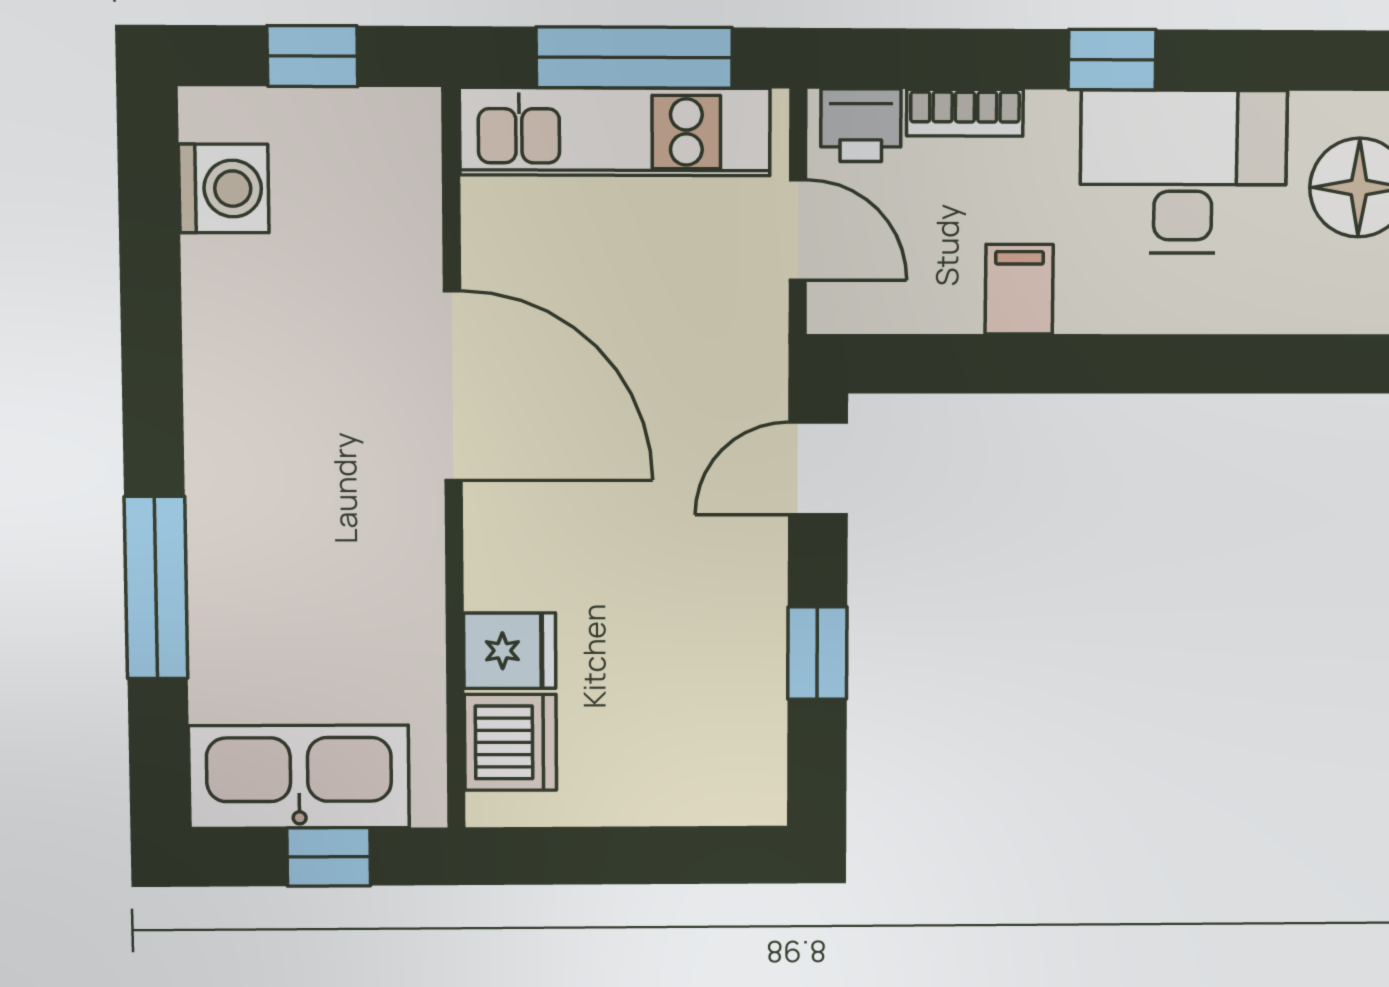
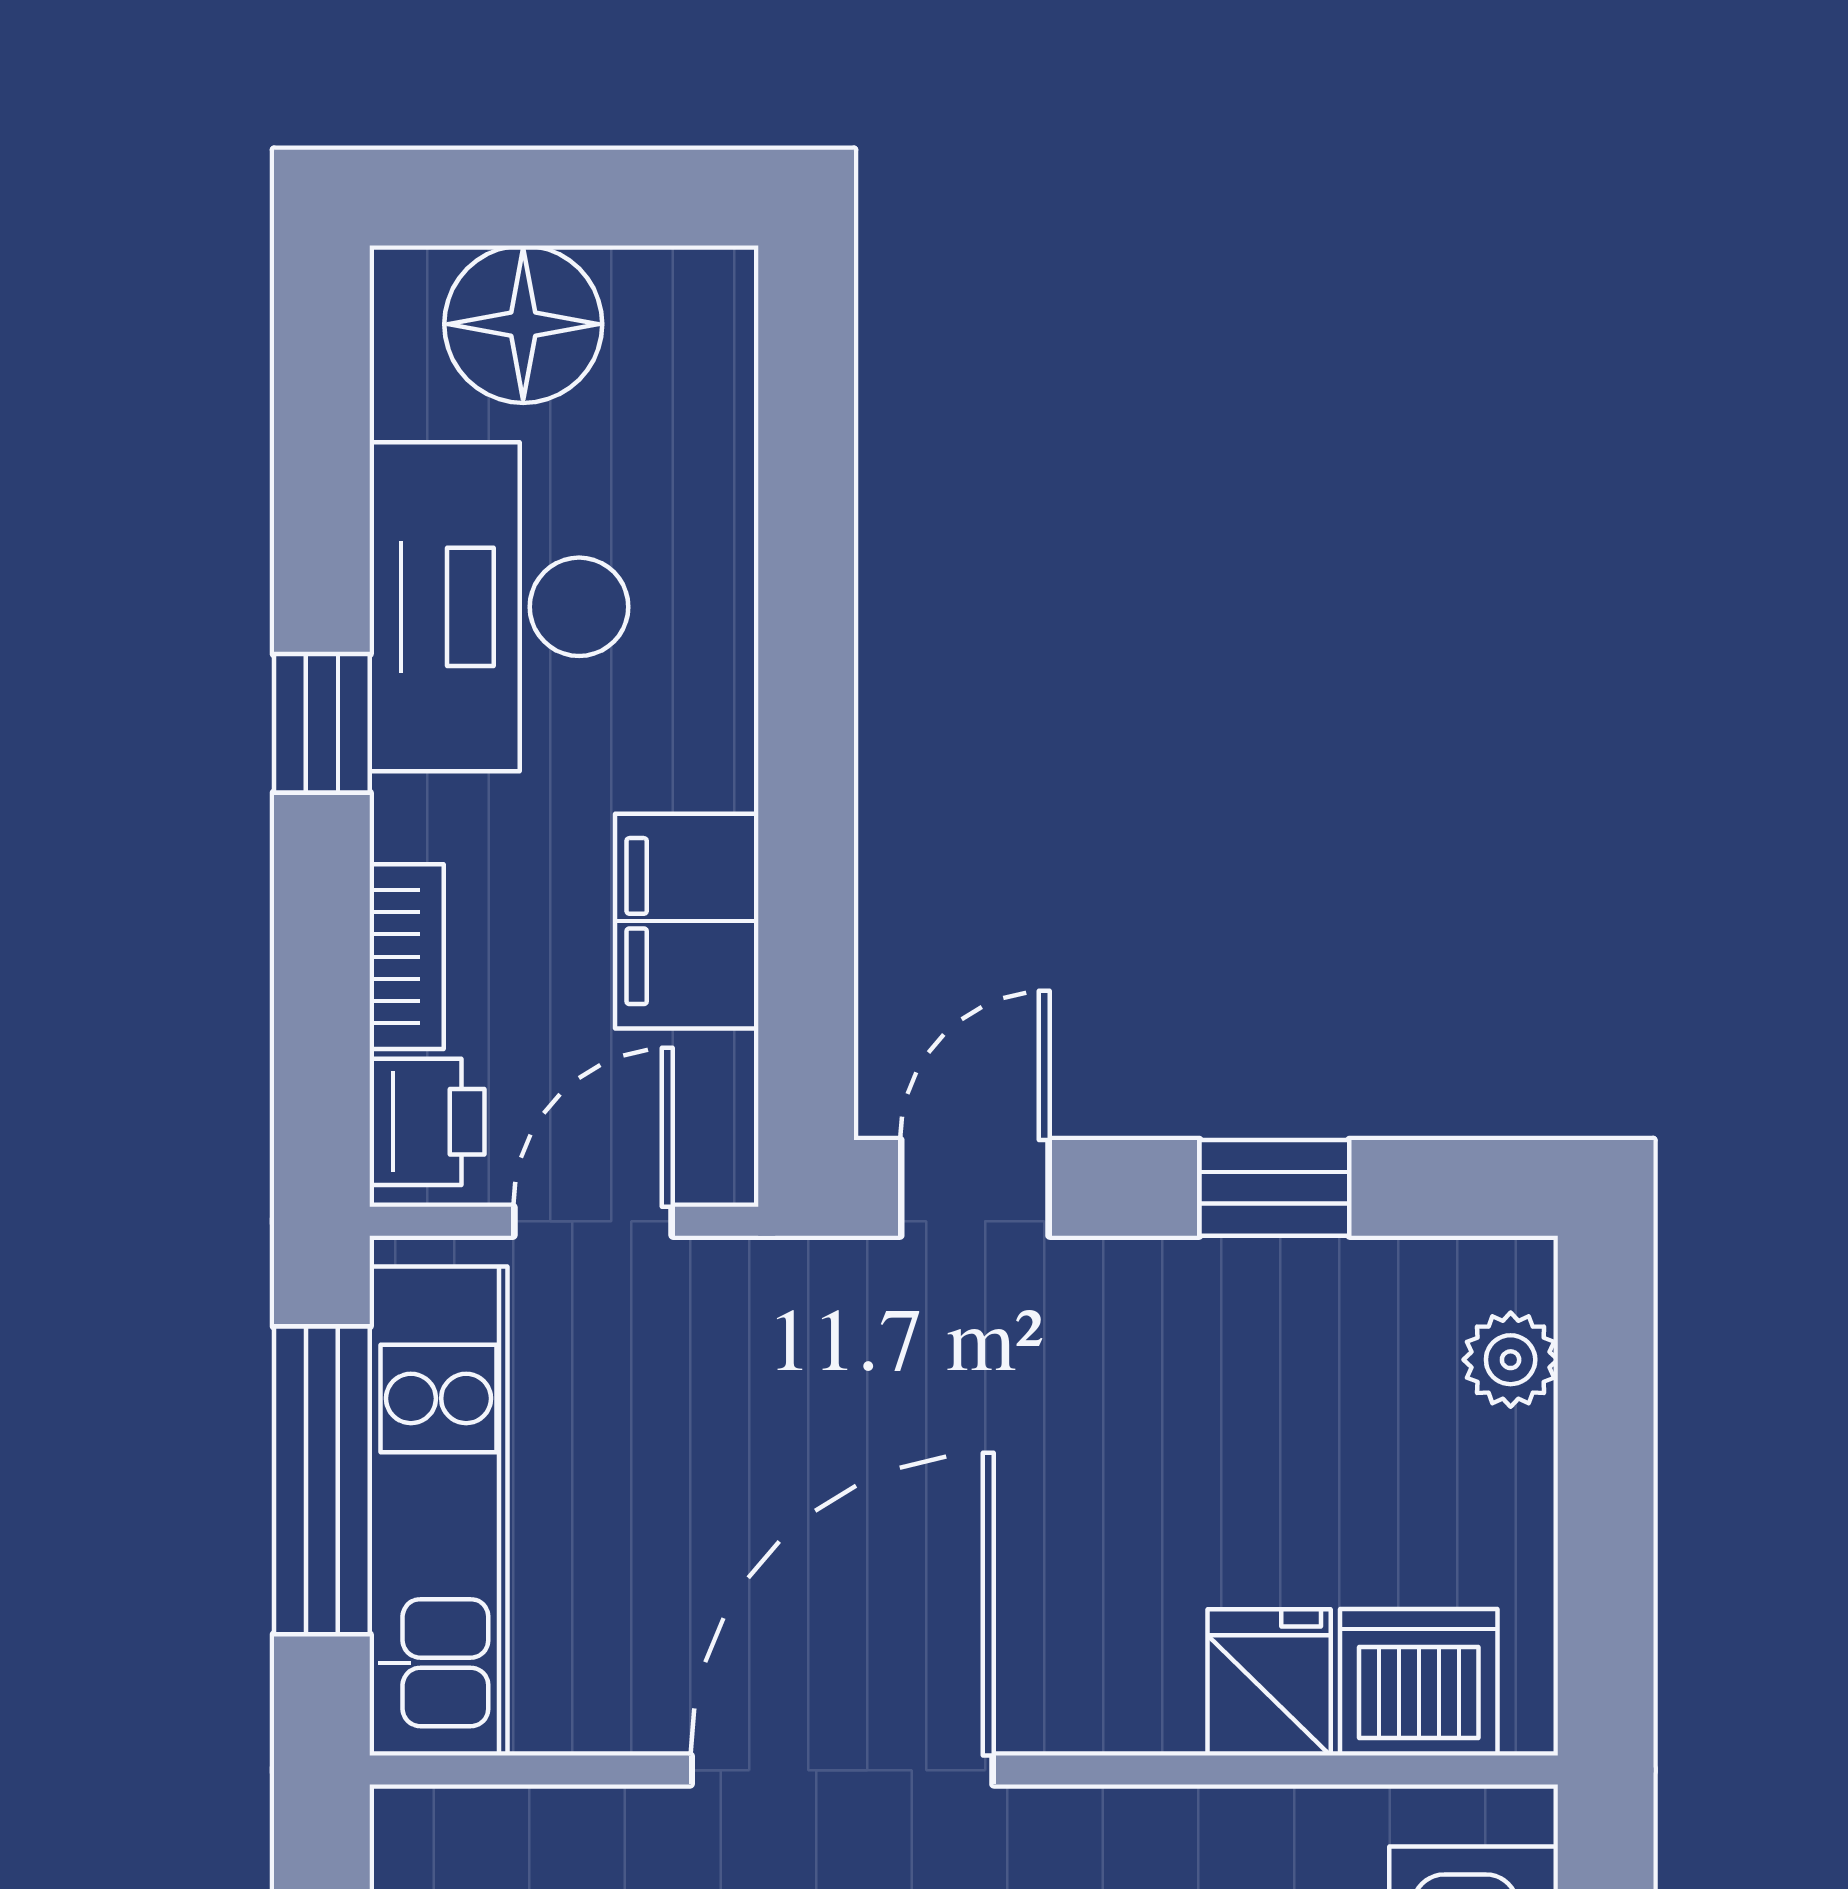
filing cabinet: (1019, 289) -> (687, 921), width x2.00
door: (818, 469) -> (975, 1188), swing flipped
plant: (711, 797) -> (1511, 1360), added

